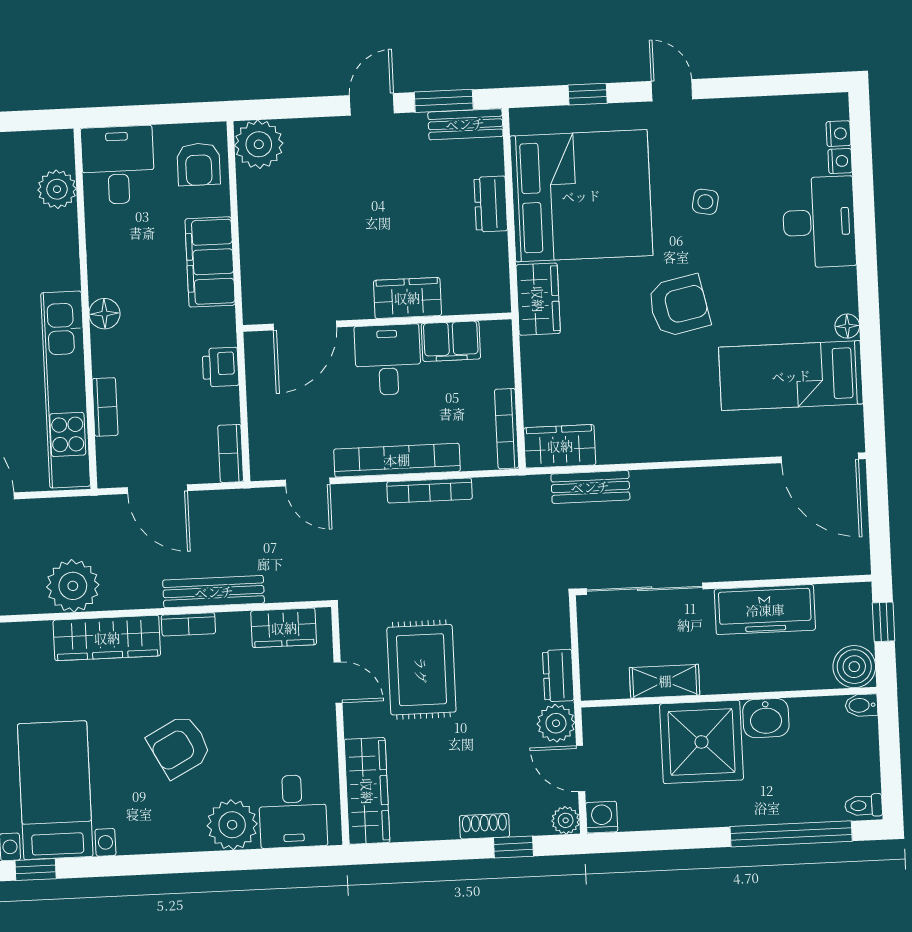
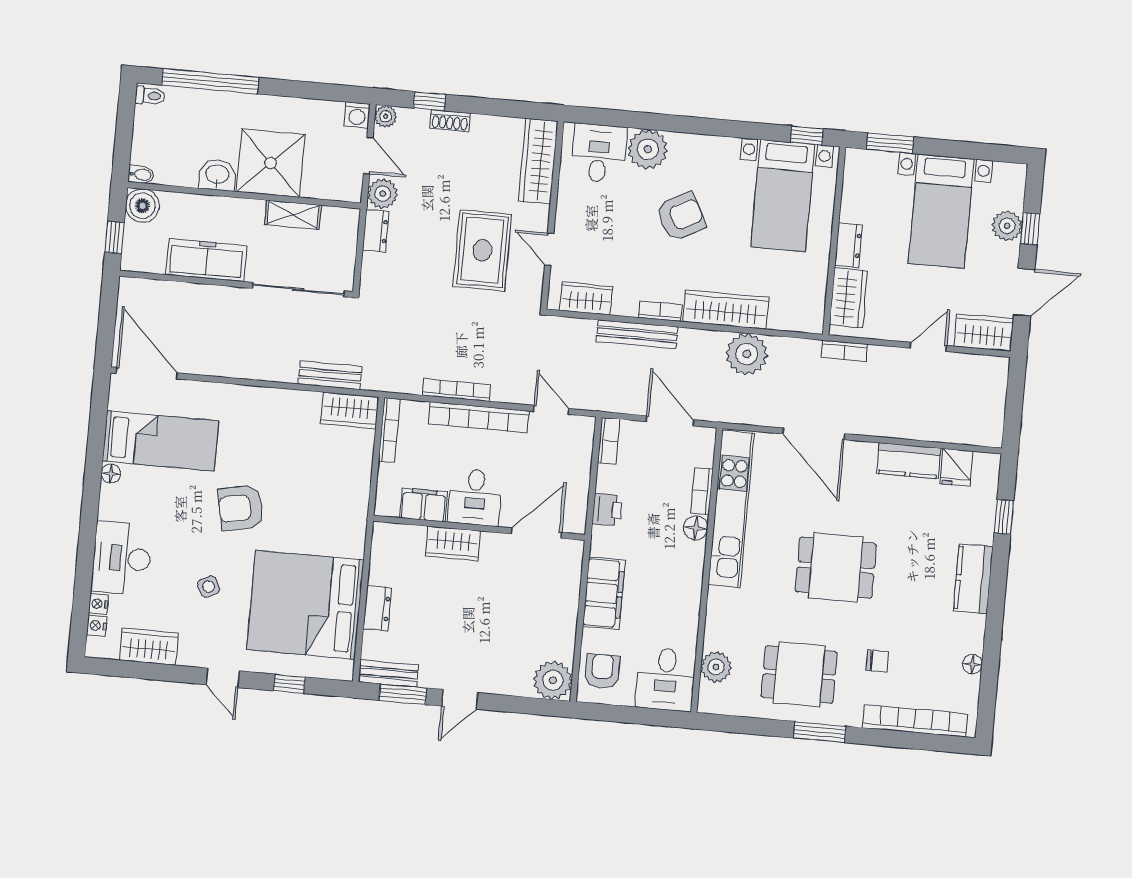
side table: (705, 202) -> (209, 587), turned -36
wardrobe: (538, 299) -> (149, 647), moved, turned 90
floor lamp: (104, 314) -> (696, 528), moved

